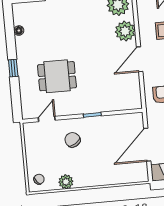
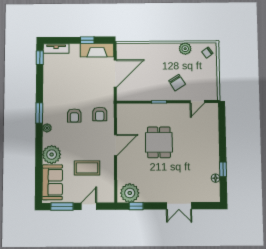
plant: (125, 31) -> (126, 170), removed
window: (13, 68) -> (223, 169), moved
dining table: (57, 76) -> (159, 142), moved, turned 90

